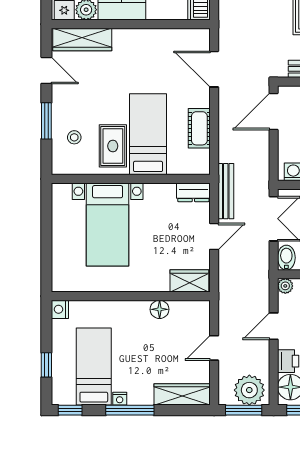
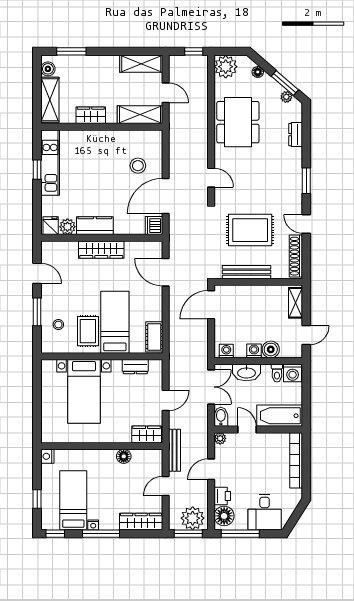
wardrobe: (82, 40) -> (101, 250), moved
cot: (199, 128) -> (154, 337), moved
bench: (226, 191) -> (175, 450), moved
dresser: (193, 192) -> (135, 367), moved

